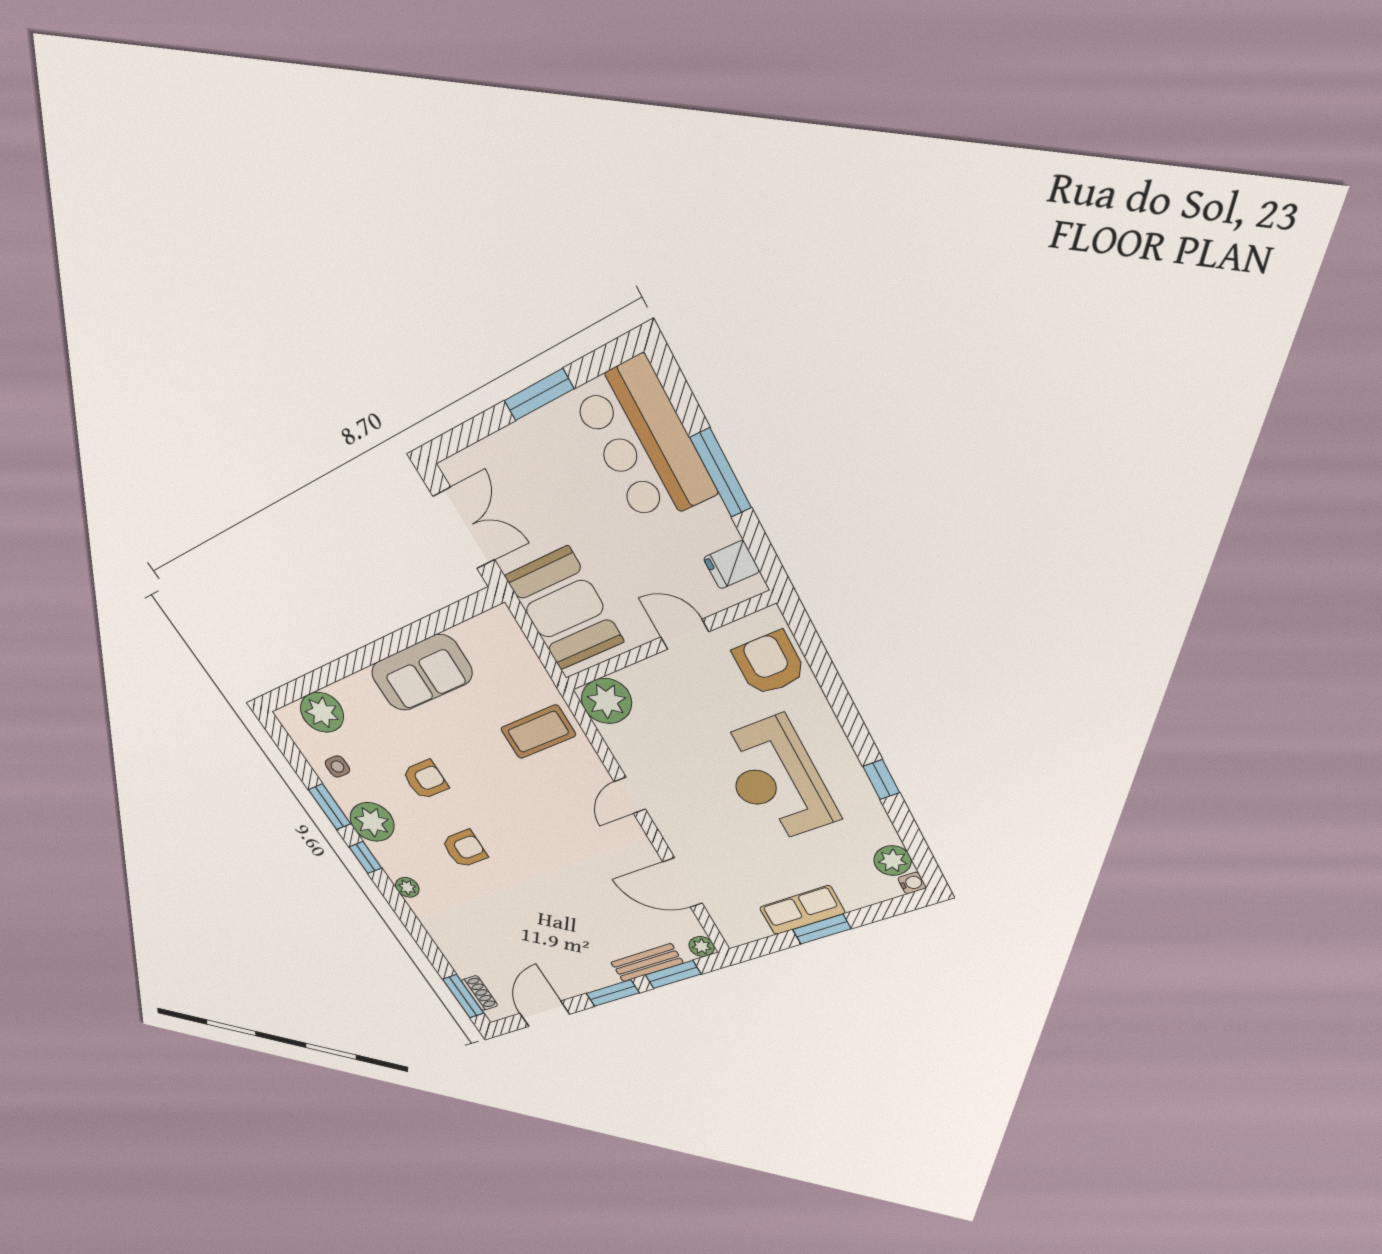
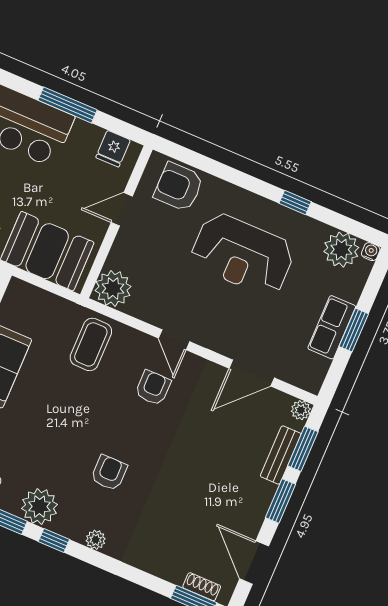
armchair: (425, 780) -> (153, 388), moved
plant: (893, 861) -> (341, 250), width x1.36, depth x1.36

